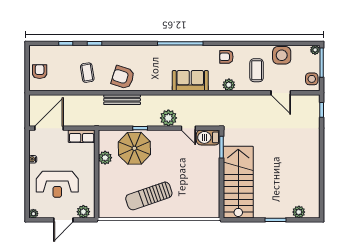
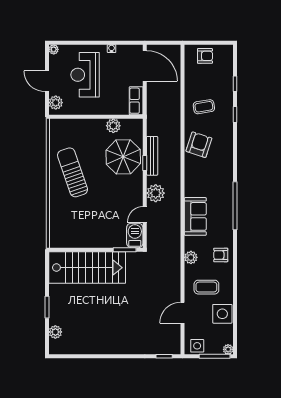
armchair: (226, 57) -> (221, 255), turned -90
bench: (122, 100) -> (152, 156), moved

